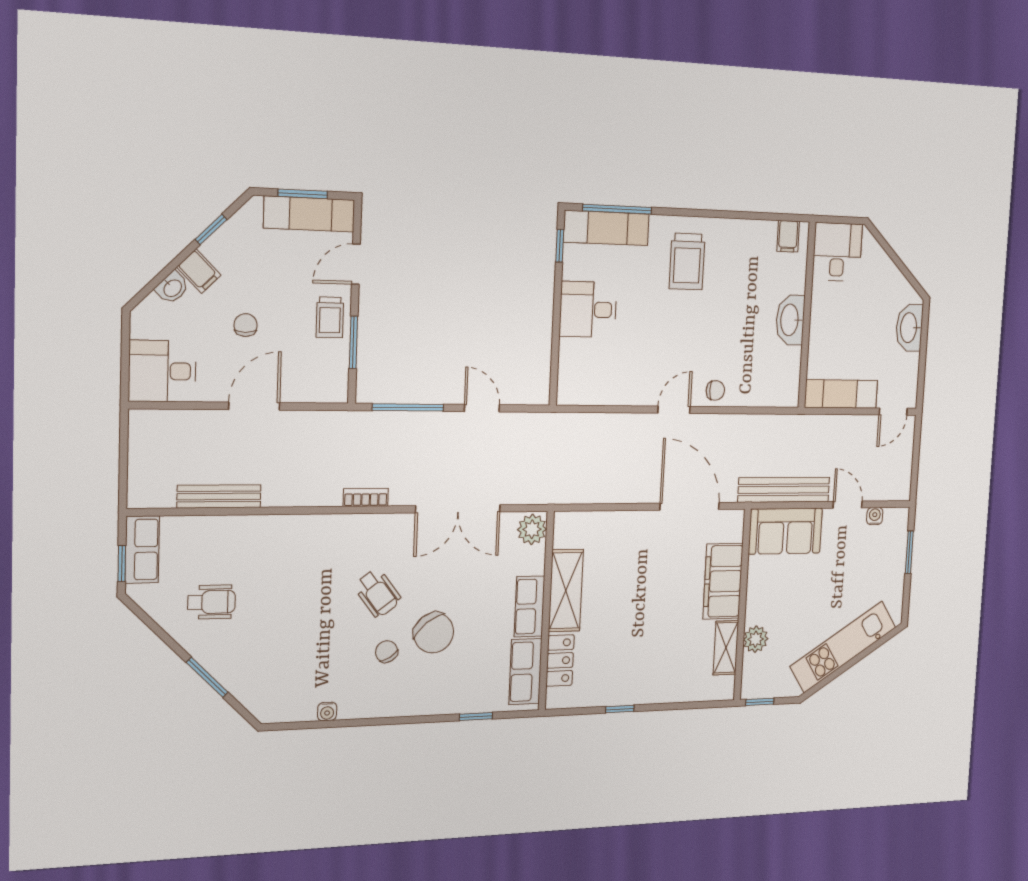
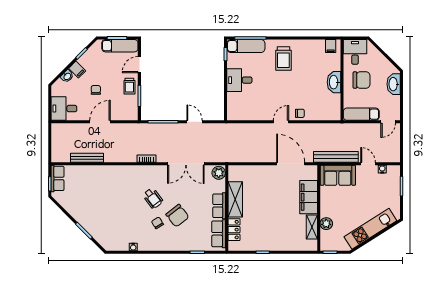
chair: (847, 317) -> (362, 80), added
wheelchair: (211, 602) -> (85, 200), removed

